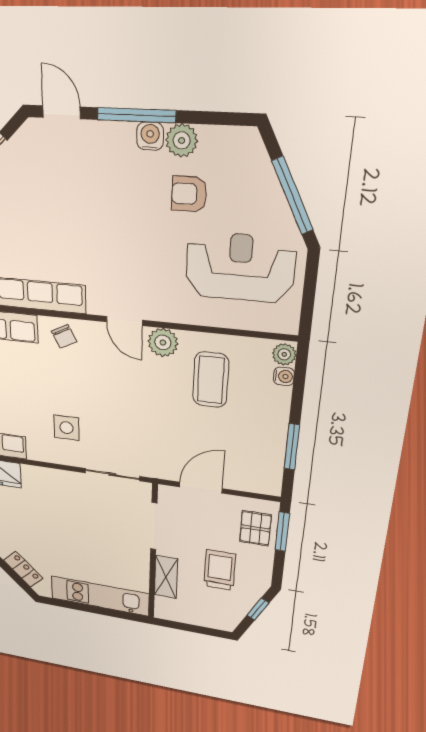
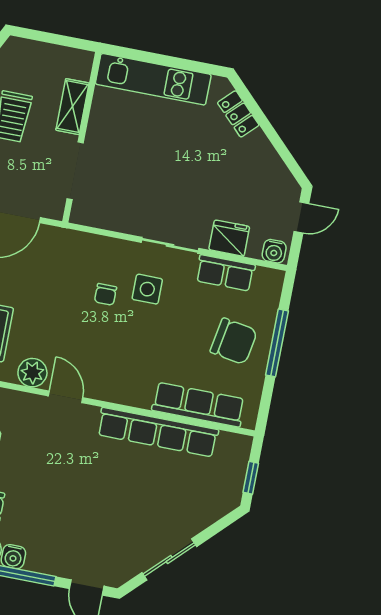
chair: (64, 336) -> (105, 294), moved, turned -153
sliding door: (112, 475) -> (170, 245), moved

